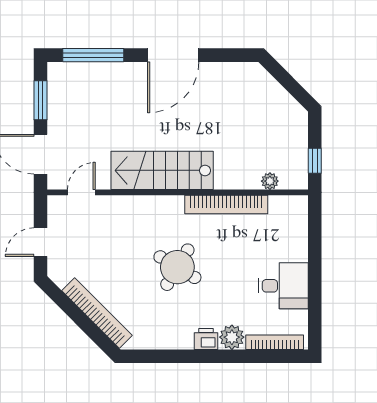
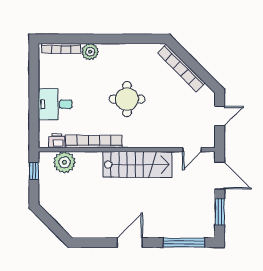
door: (173, 55) -> (130, 243), width x0.73
plant: (270, 181) -> (64, 162), width x1.88, depth x1.88
round table: (177, 267) -> (127, 99), turned -31
desk: (283, 286) -> (55, 104), moved
printer: (206, 339) -> (57, 141), moved, turned 180

